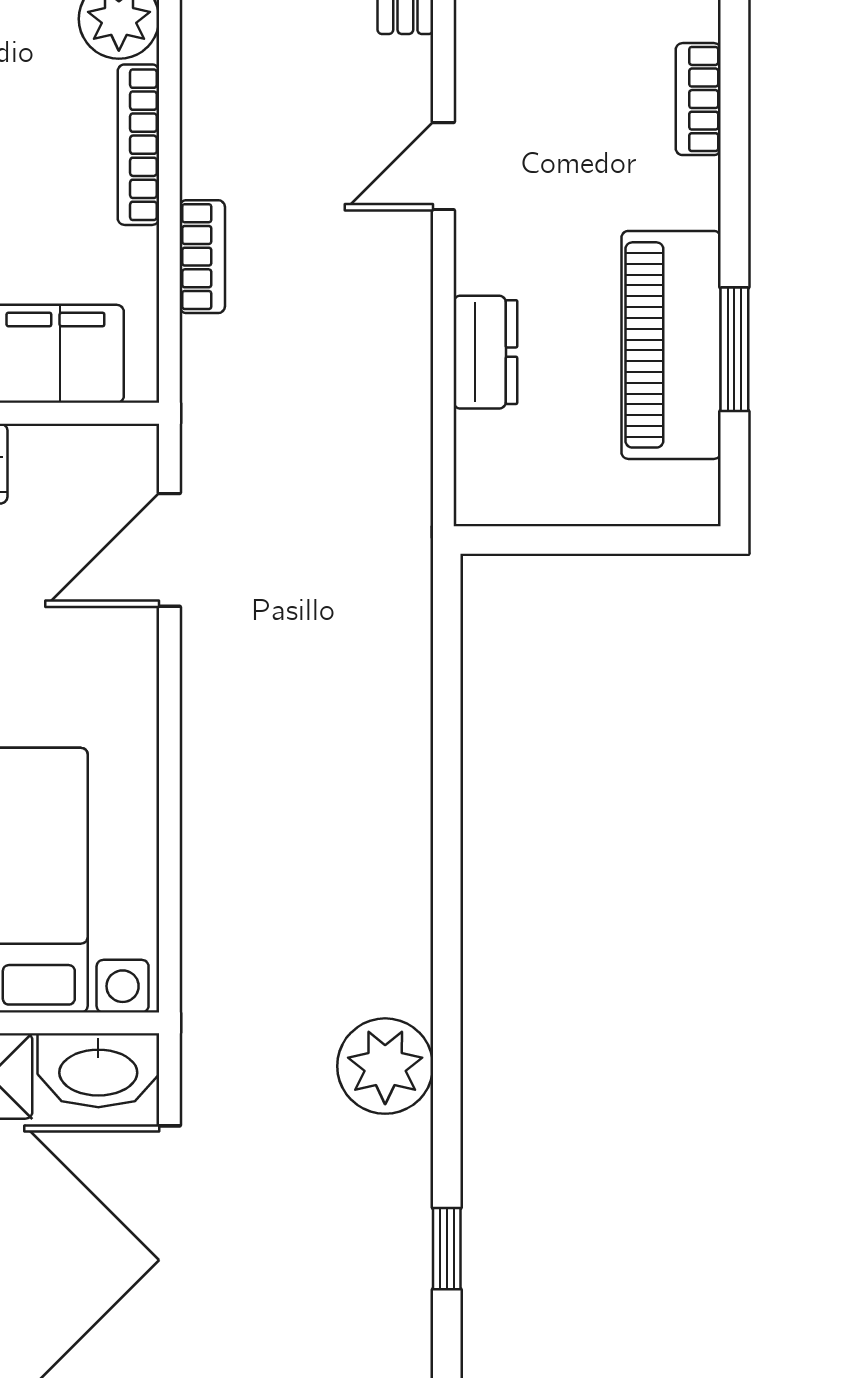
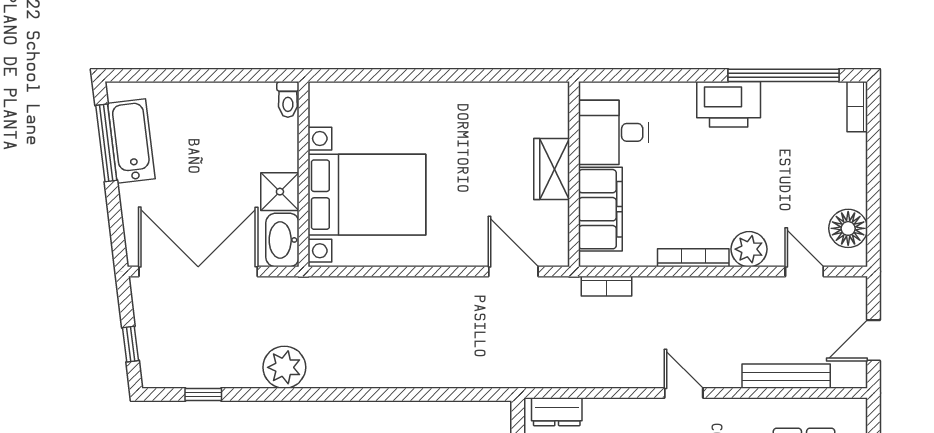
bookcase: (202, 257) -> (606, 286), moved
dresser: (485, 352) -> (557, 412), moved

